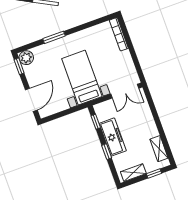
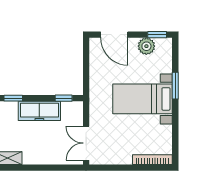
plant: (26, 58) -> (146, 46), moved
bed with nightstands: (82, 78) -> (143, 99), moved, turned 180
window: (107, 152) -> (13, 98), moved

